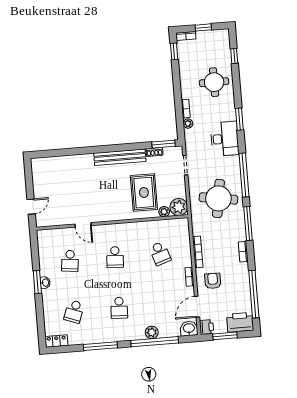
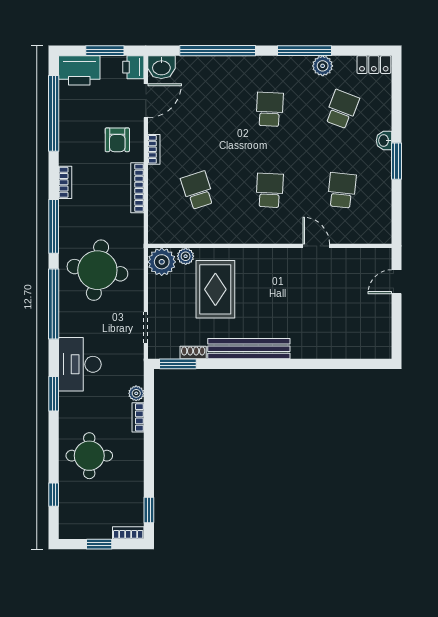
washbasin: (45, 283) -> (384, 141), moved
plant: (152, 332) -> (323, 66), moved

